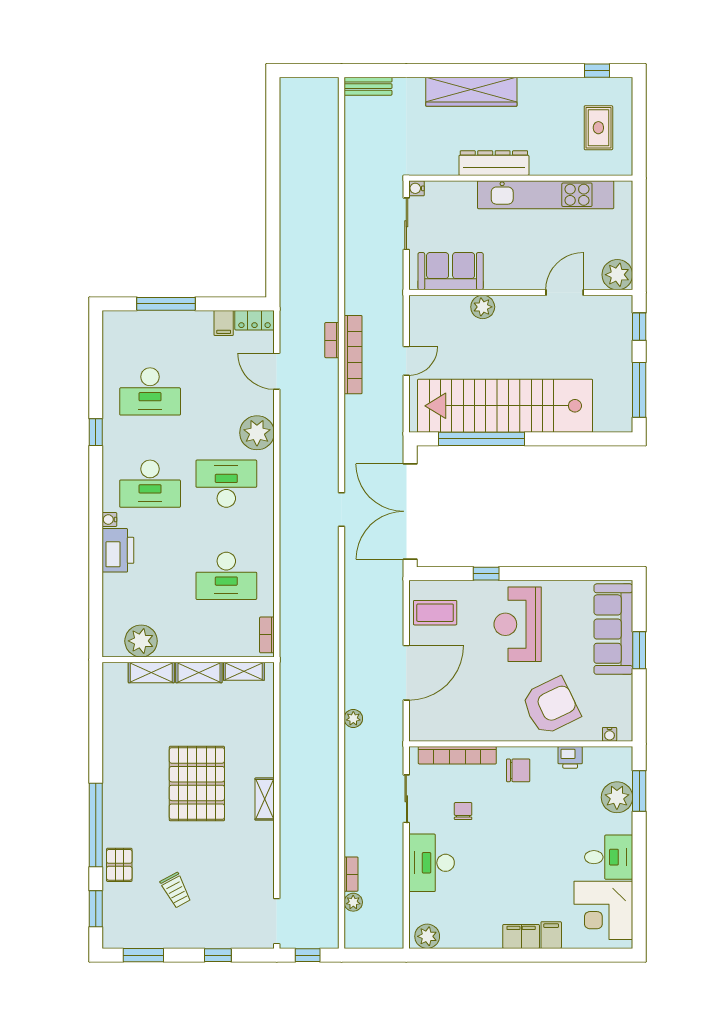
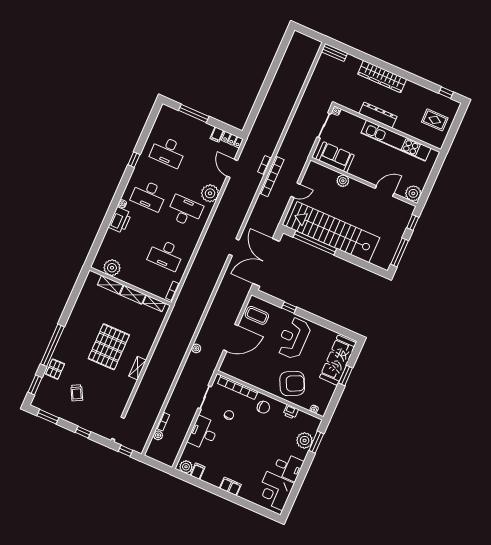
rug: (598, 128) -> (435, 120), turned 90
filing cabinet: (551, 935) -> (198, 471), moved

